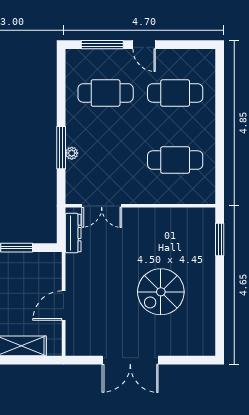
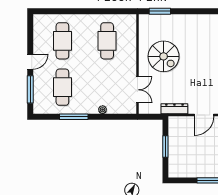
window: (61, 148) -> (74, 117), moved
dresser: (73, 233) -> (174, 109), moved
spiral stairs: (161, 292) -> (164, 56), moved
door: (64, 306) -> (204, 115), hinge flipped

